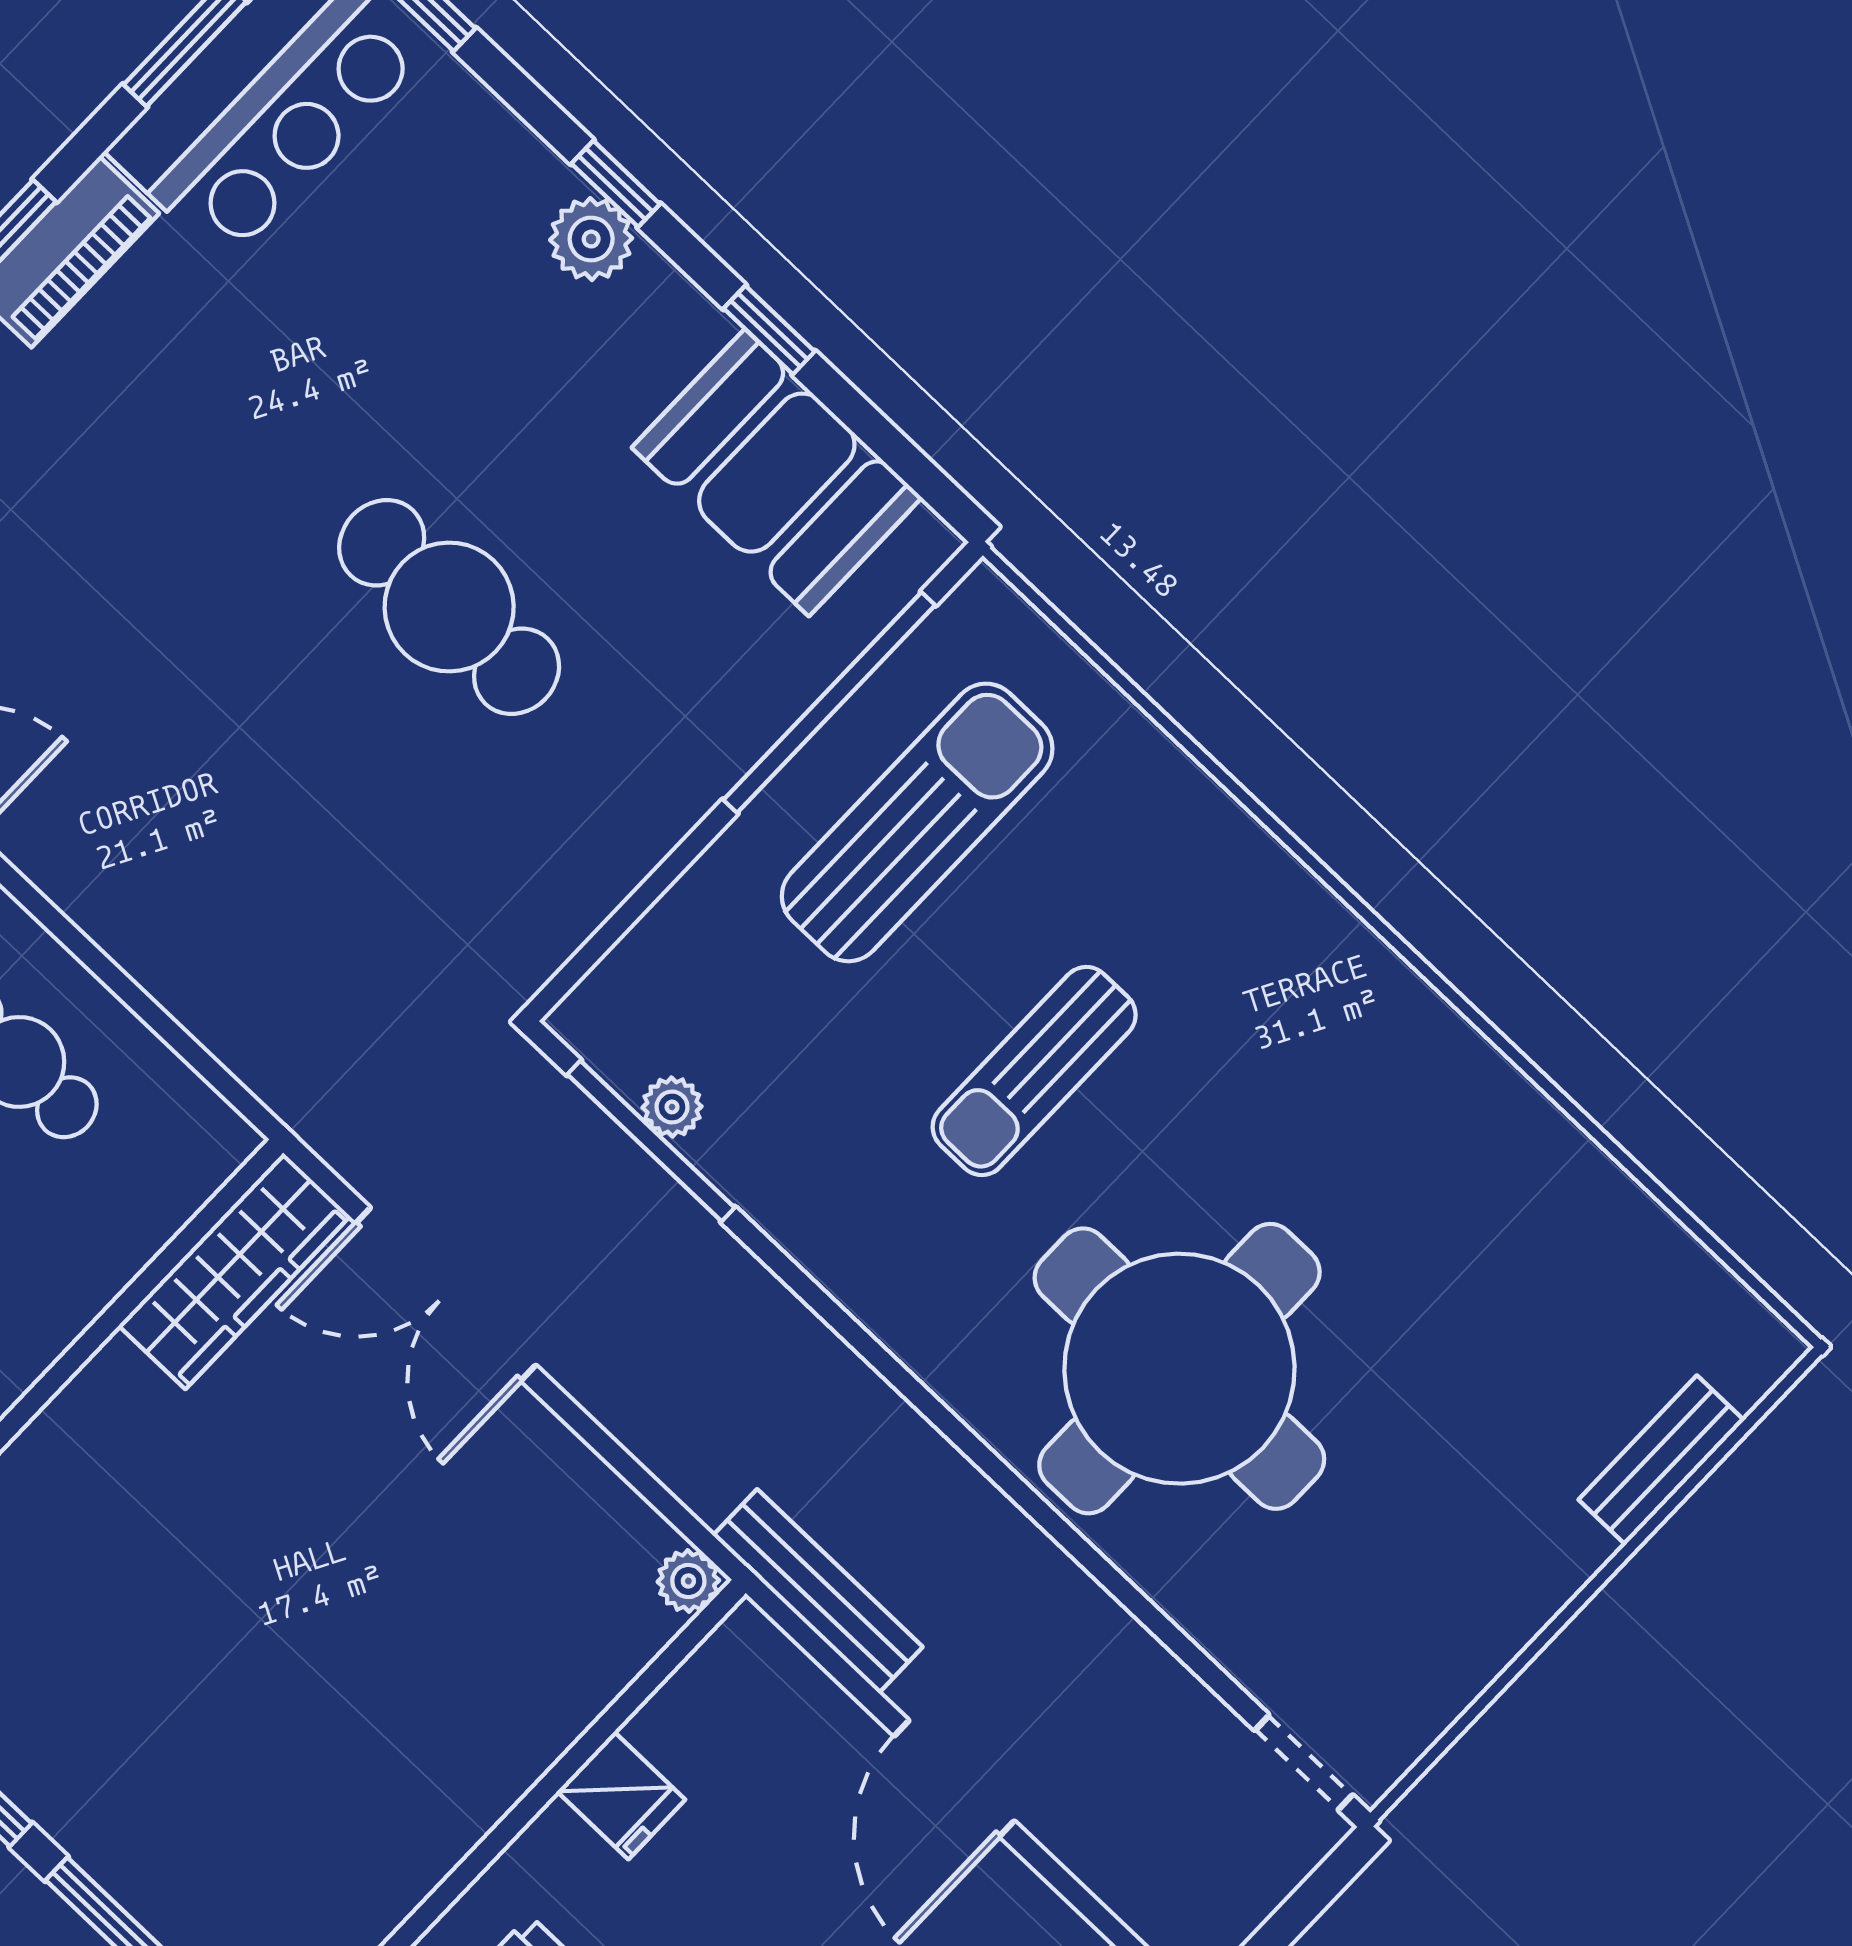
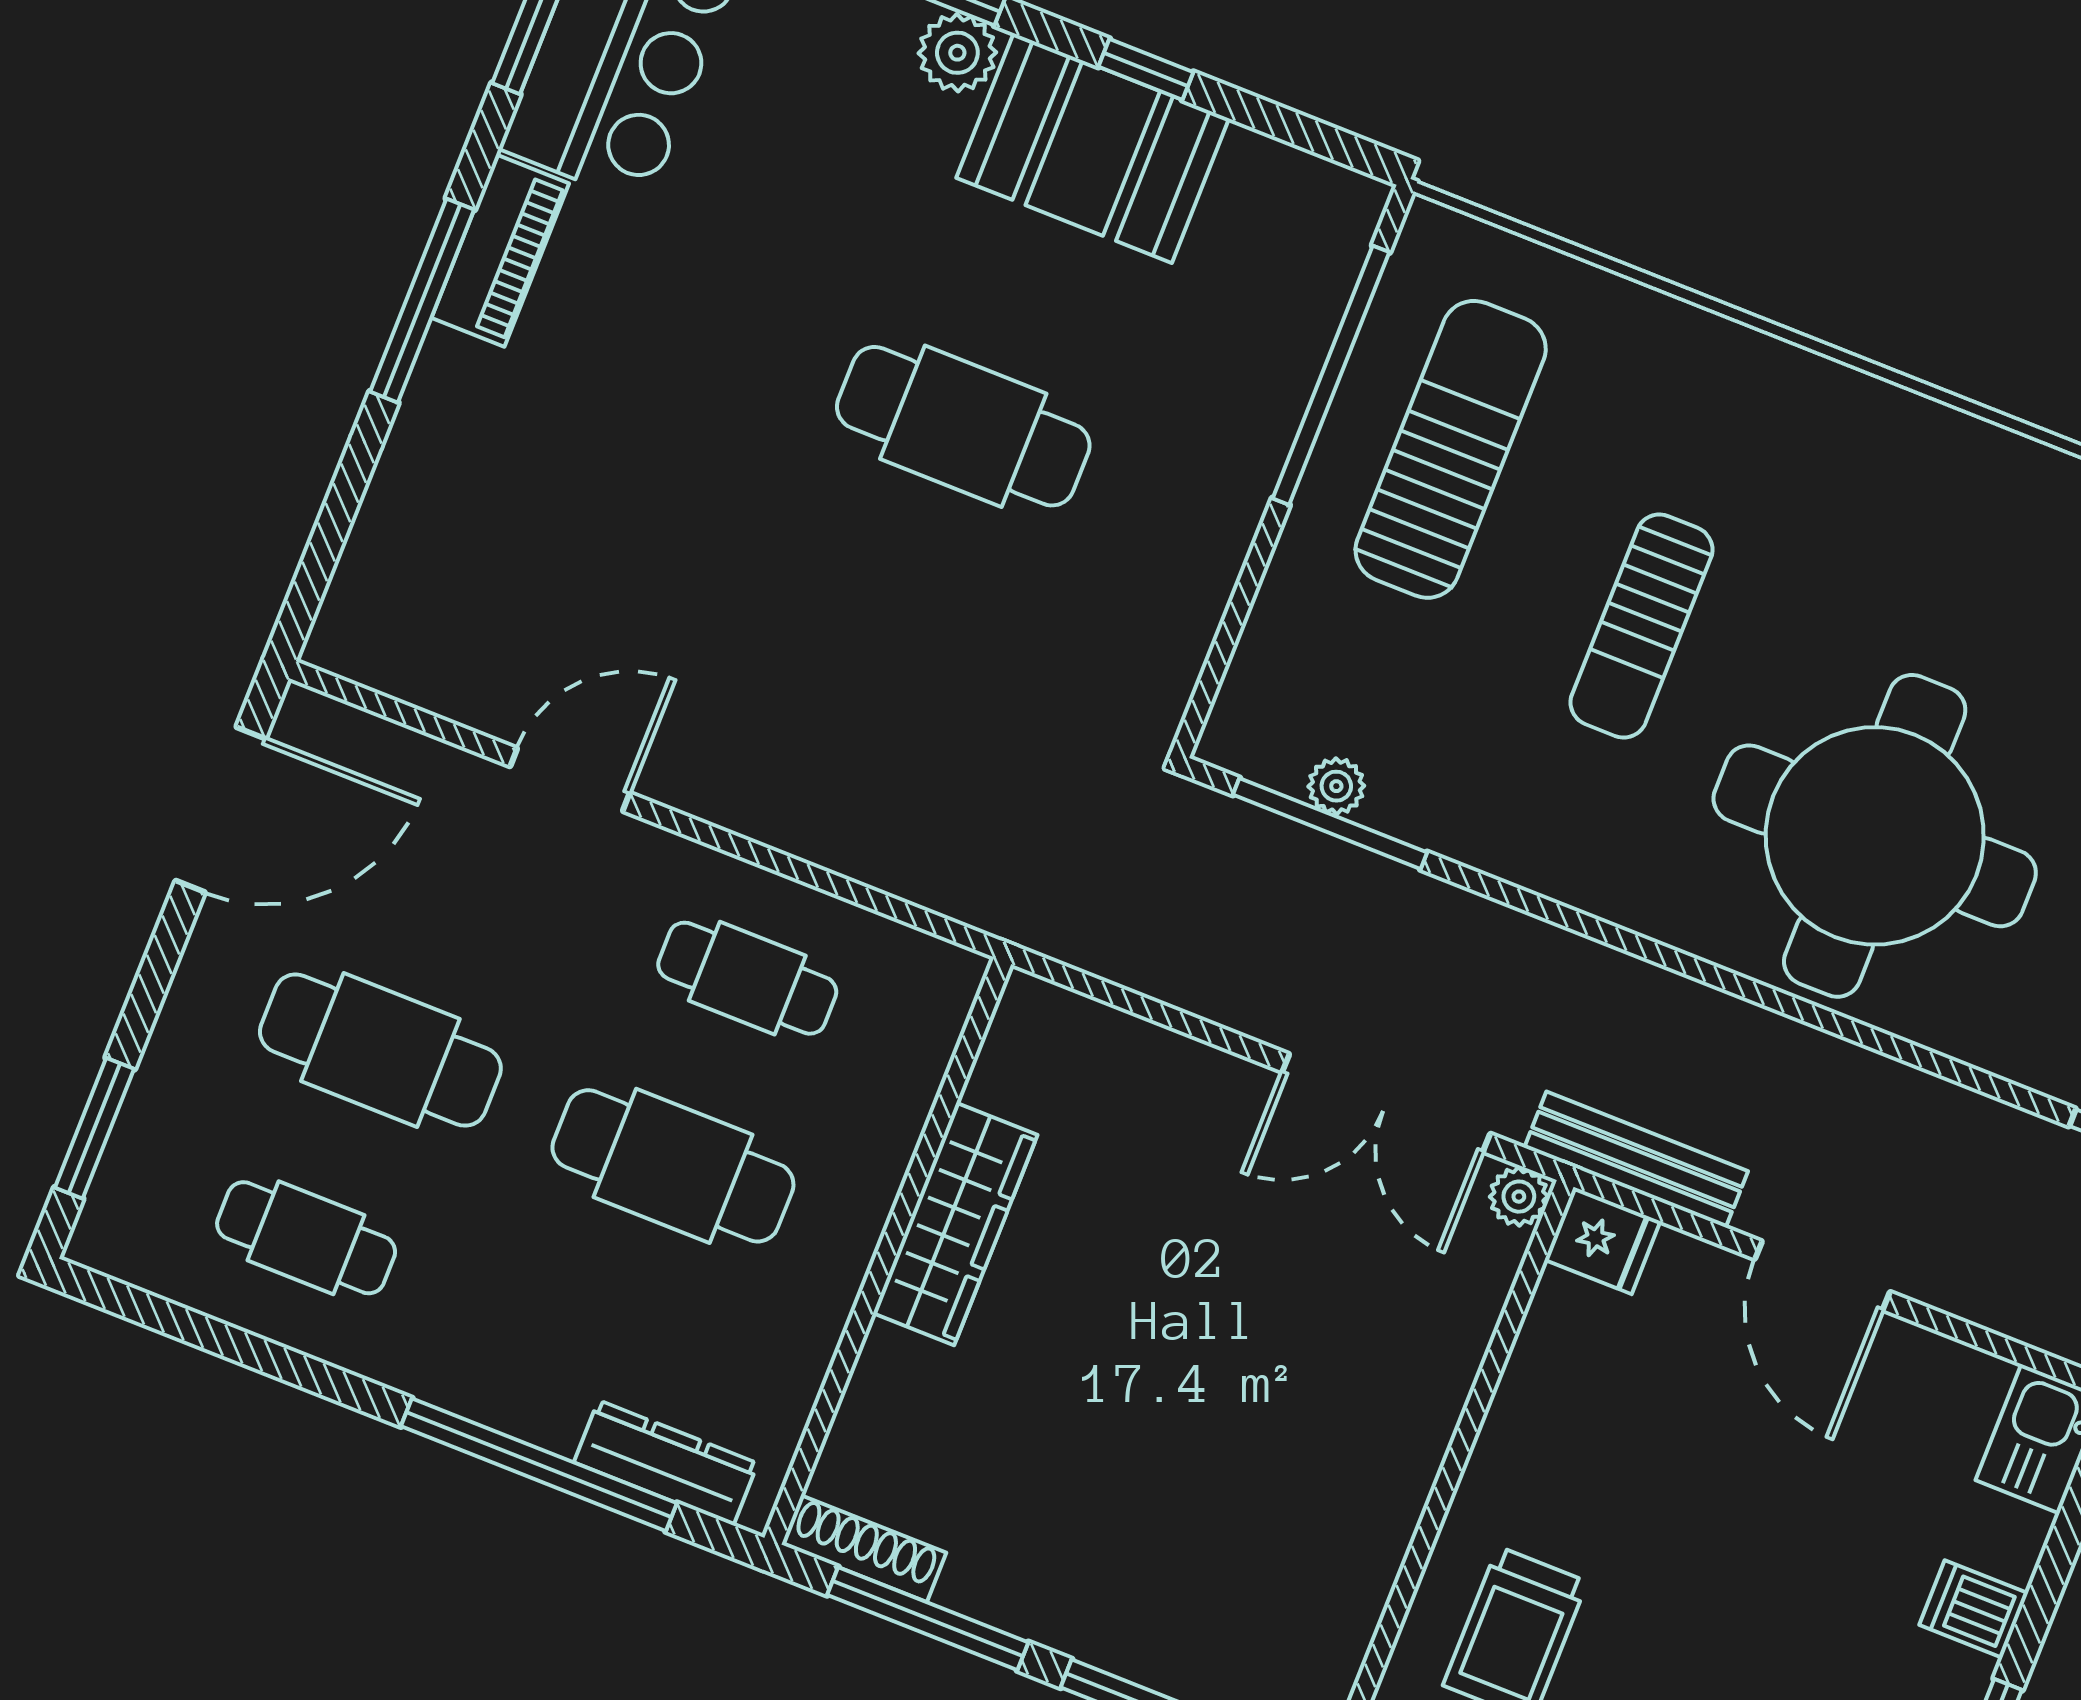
booth: (777, 473) -> (1093, 148), moved
wardrobe: (234, 1271) -> (955, 1224), moved
double door: (446, 1294) -> (1386, 1103), moved
fridge: (621, 1796) -> (1603, 1241), moved

